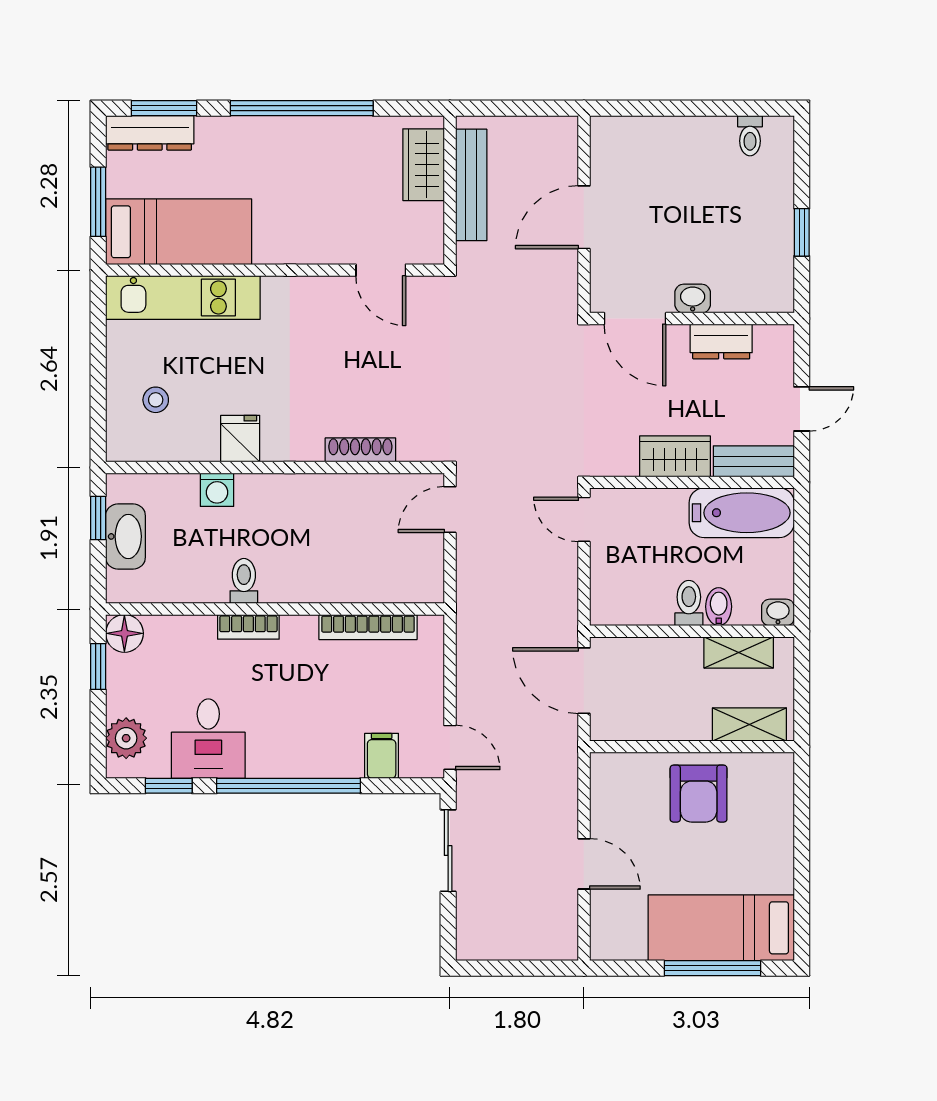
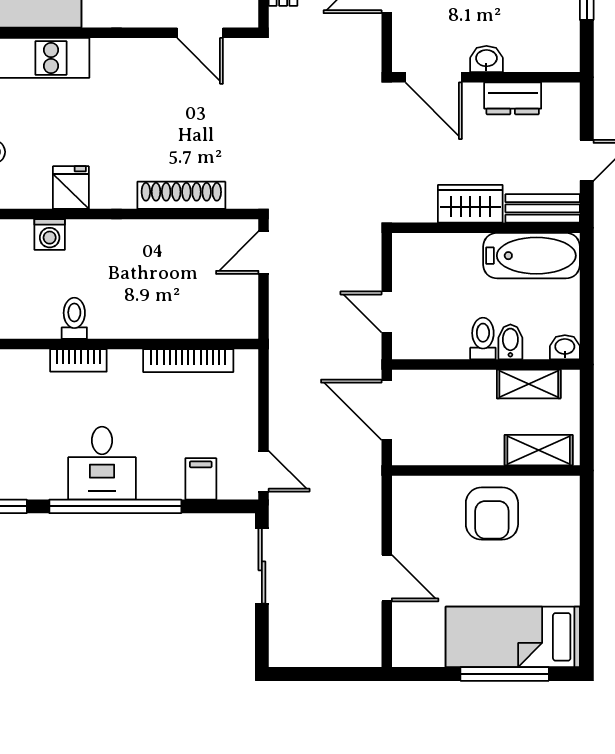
shoe rack: (360, 450) -> (181, 195), width x1.36, depth x1.24
door: (584, 519) -> (387, 312), moved
desk: (208, 739) -> (102, 463), moved

